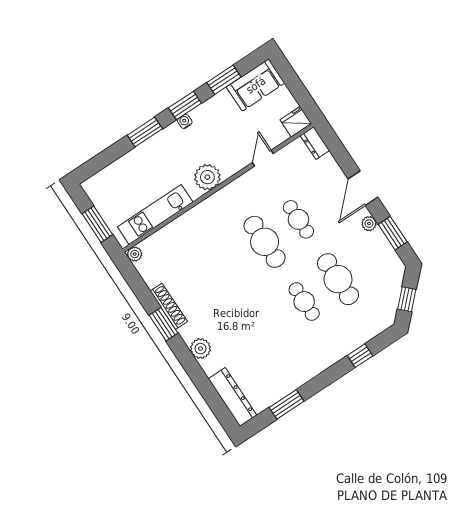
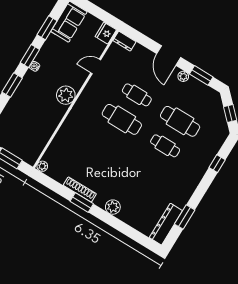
door: (263, 158) -> (96, 66), hinge flipped
kitchen unit: (155, 214) -> (44, 135), removed
dresser: (233, 397) -> (166, 224), moved, turned -90

